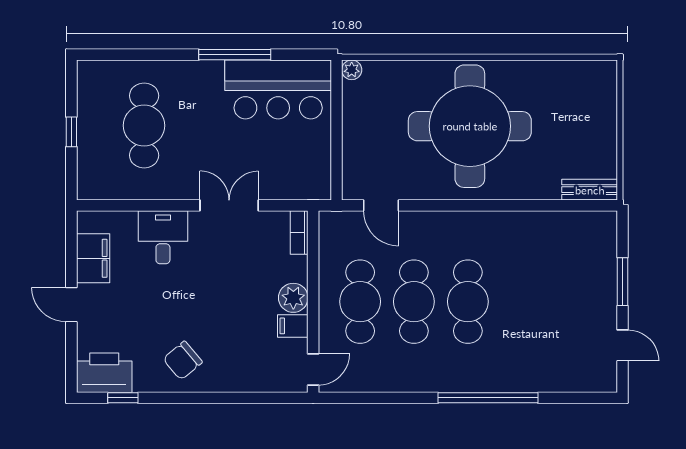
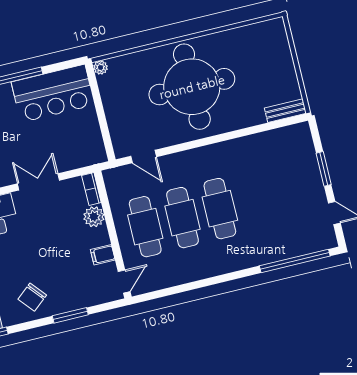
plant: (293, 298) -> (94, 217), moved
window: (229, 398) -> (70, 315), added
window: (488, 398) -> (295, 261), moved

